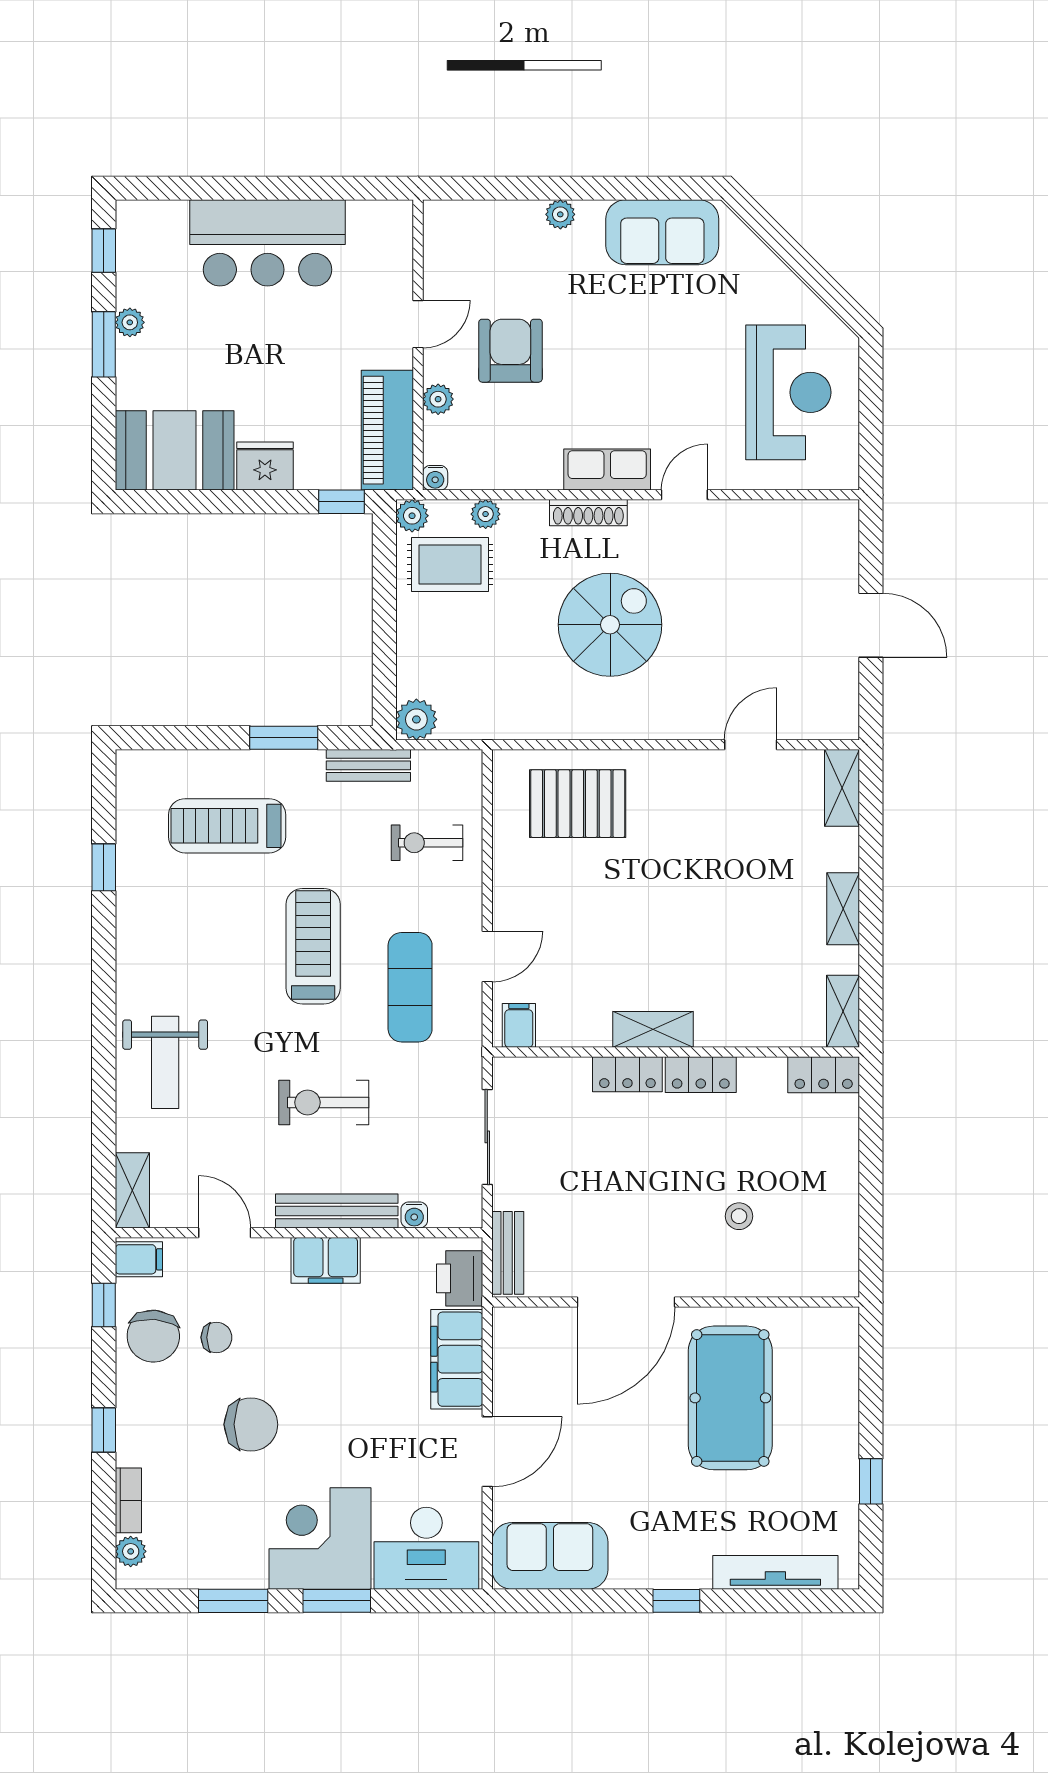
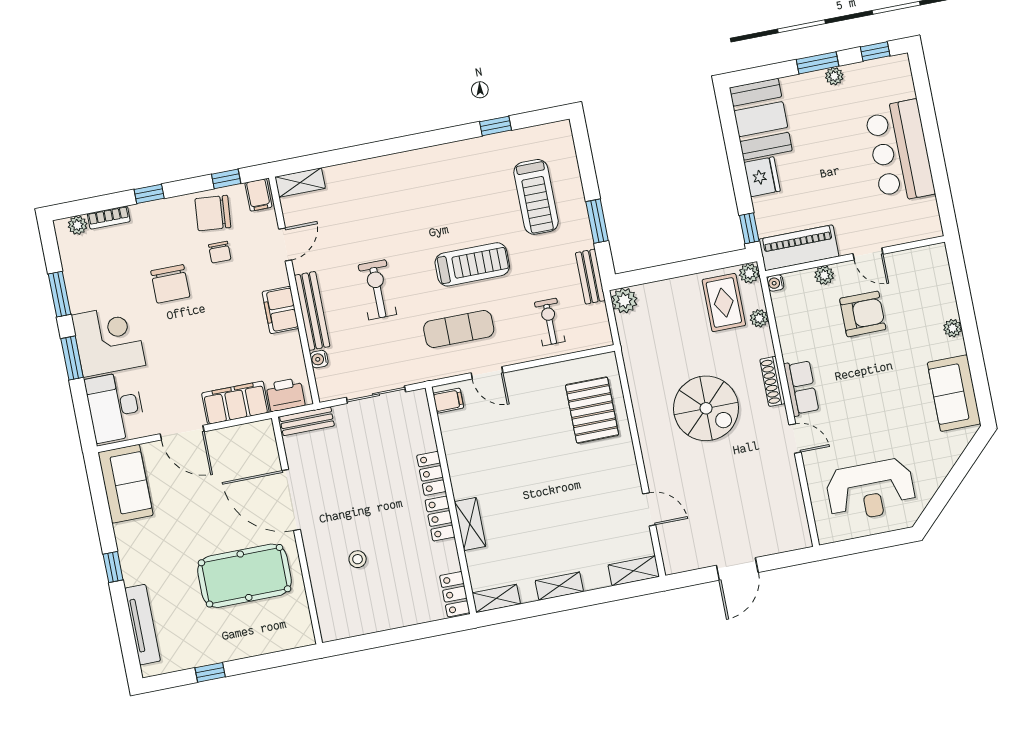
treadmill: (227, 826) -> (536, 197), turned 180
shelving: (653, 1029) -> (470, 524), moved
weight bench: (165, 1062) -> (383, 187), removed

